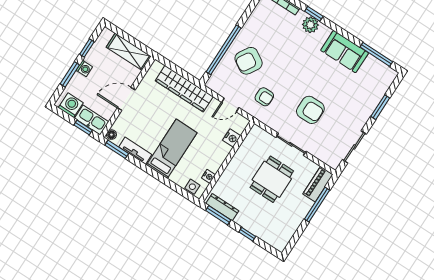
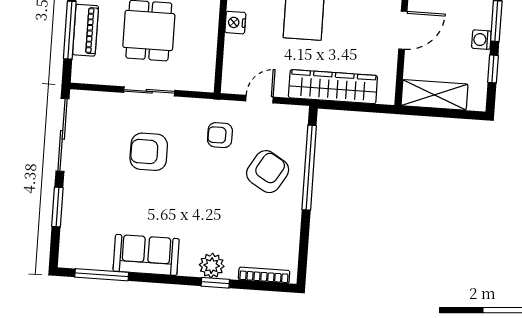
nightstand: (232, 138) -> (235, 23), moved
sliding door: (354, 147) -> (62, 135), width x1.37
piano: (318, 184) -> (86, 30), moved

